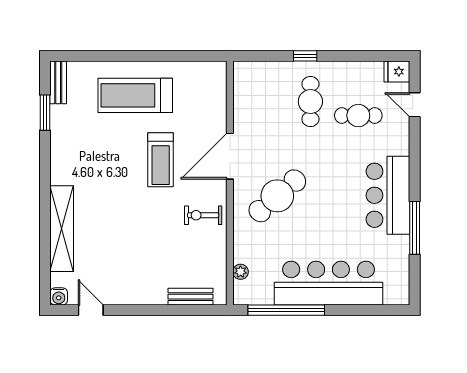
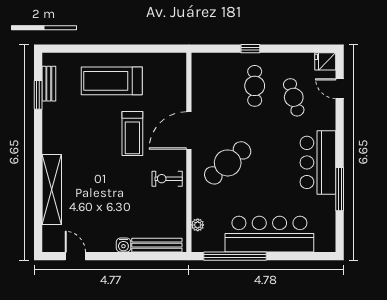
bench: (58, 82) -> (49, 84), moved
cafe table: (358, 116) -> (294, 97), turned 74
water cooler: (59, 296) -> (123, 245), moved
bench: (191, 297) -> (157, 245), width x1.36

